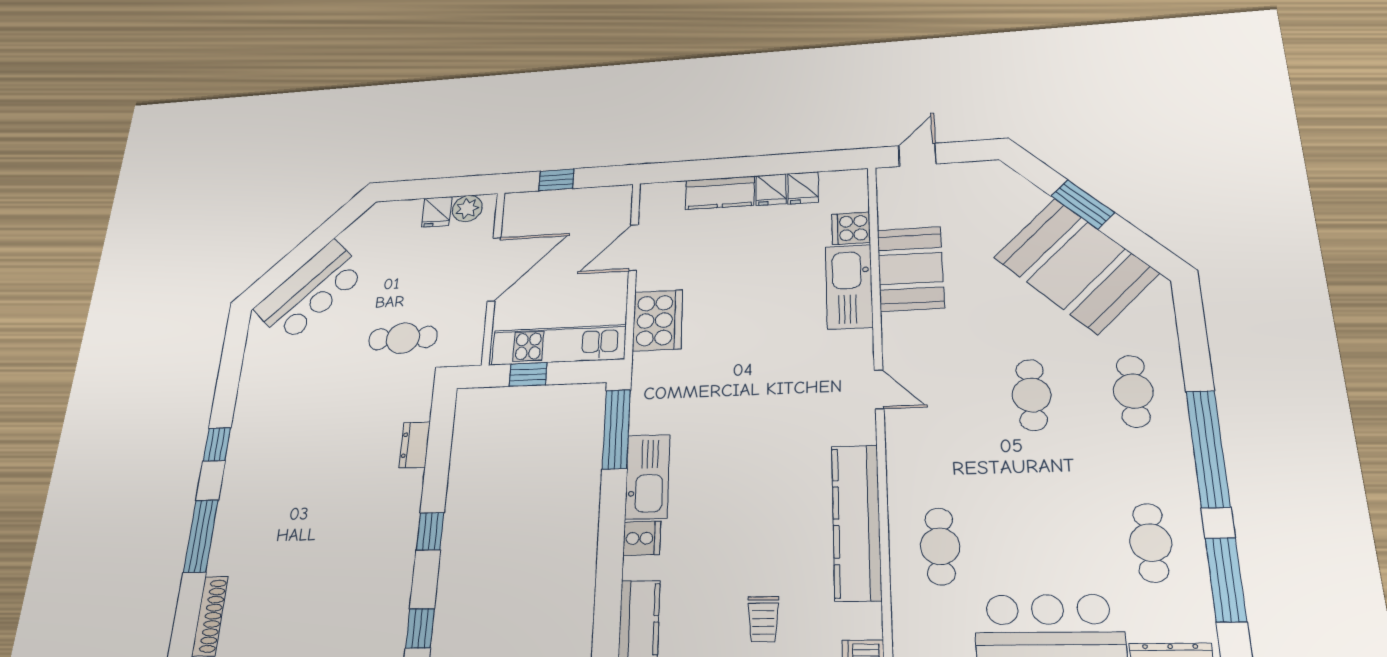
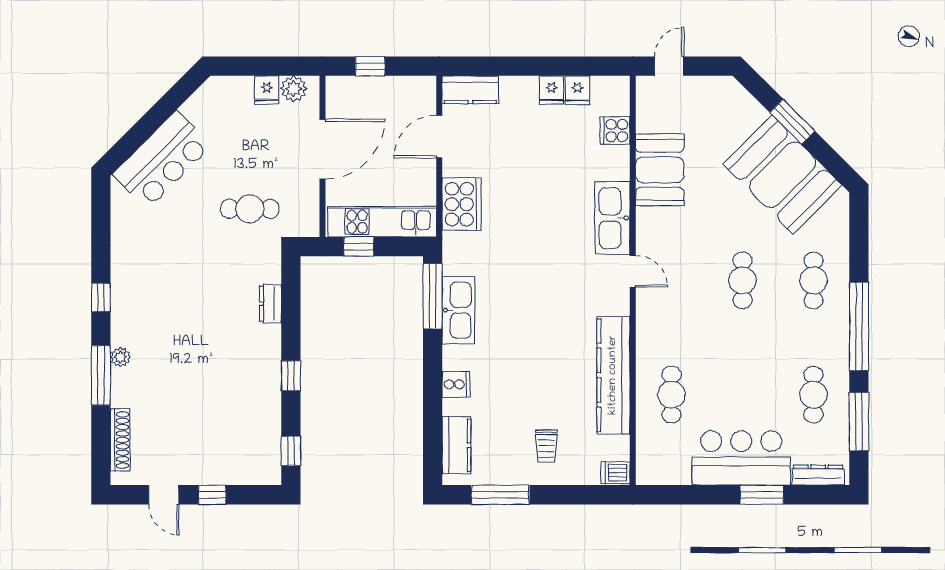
kitchen counter: (720, 193) -> (470, 90), moved
kitchen sink: (849, 287) -> (612, 218), moved
kitchen sink: (647, 477) -> (458, 310), moved
plant: (227, 513) -> (120, 357), added

